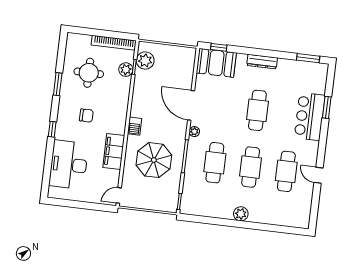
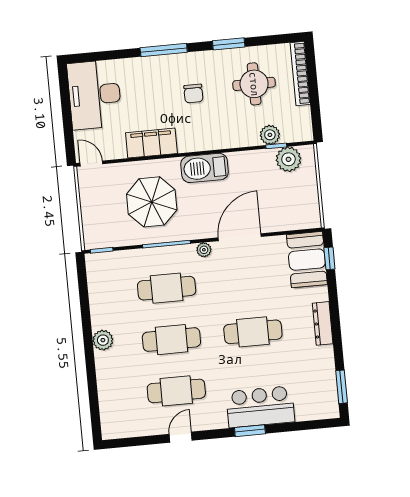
bookcase: (114, 43) -> (300, 73), moved
window: (327, 107) -> (250, 431), moved
barbecue: (135, 126) -> (205, 168), width x1.88, depth x1.53
window: (52, 129) -> (164, 50), width x2.17
desk: (69, 165) -> (95, 95), moved, turned -90

